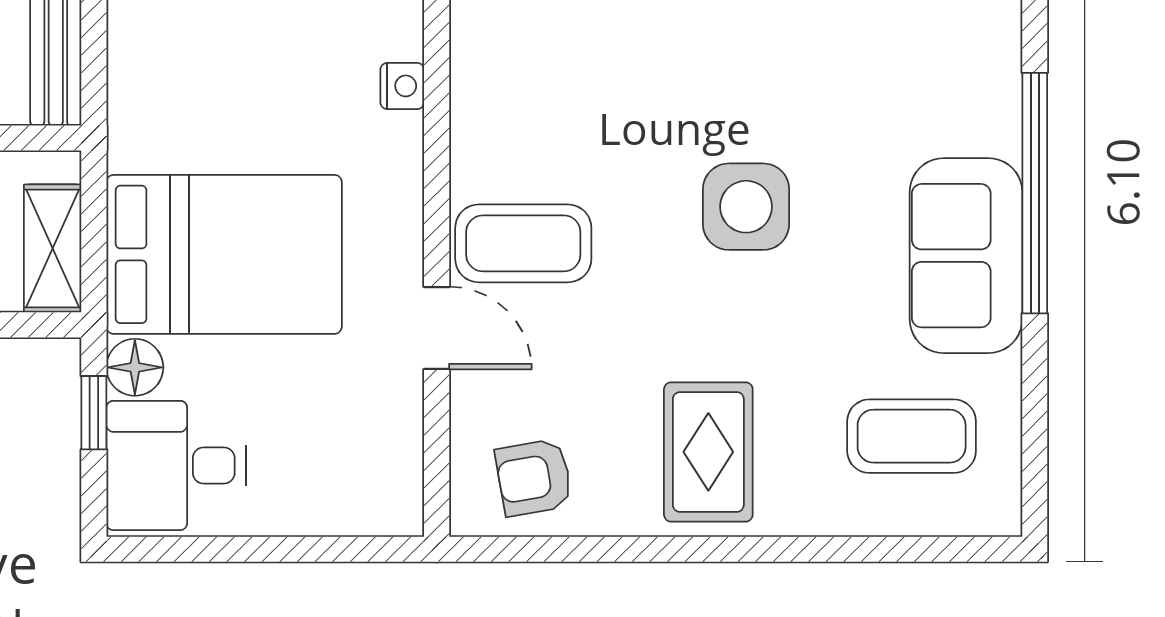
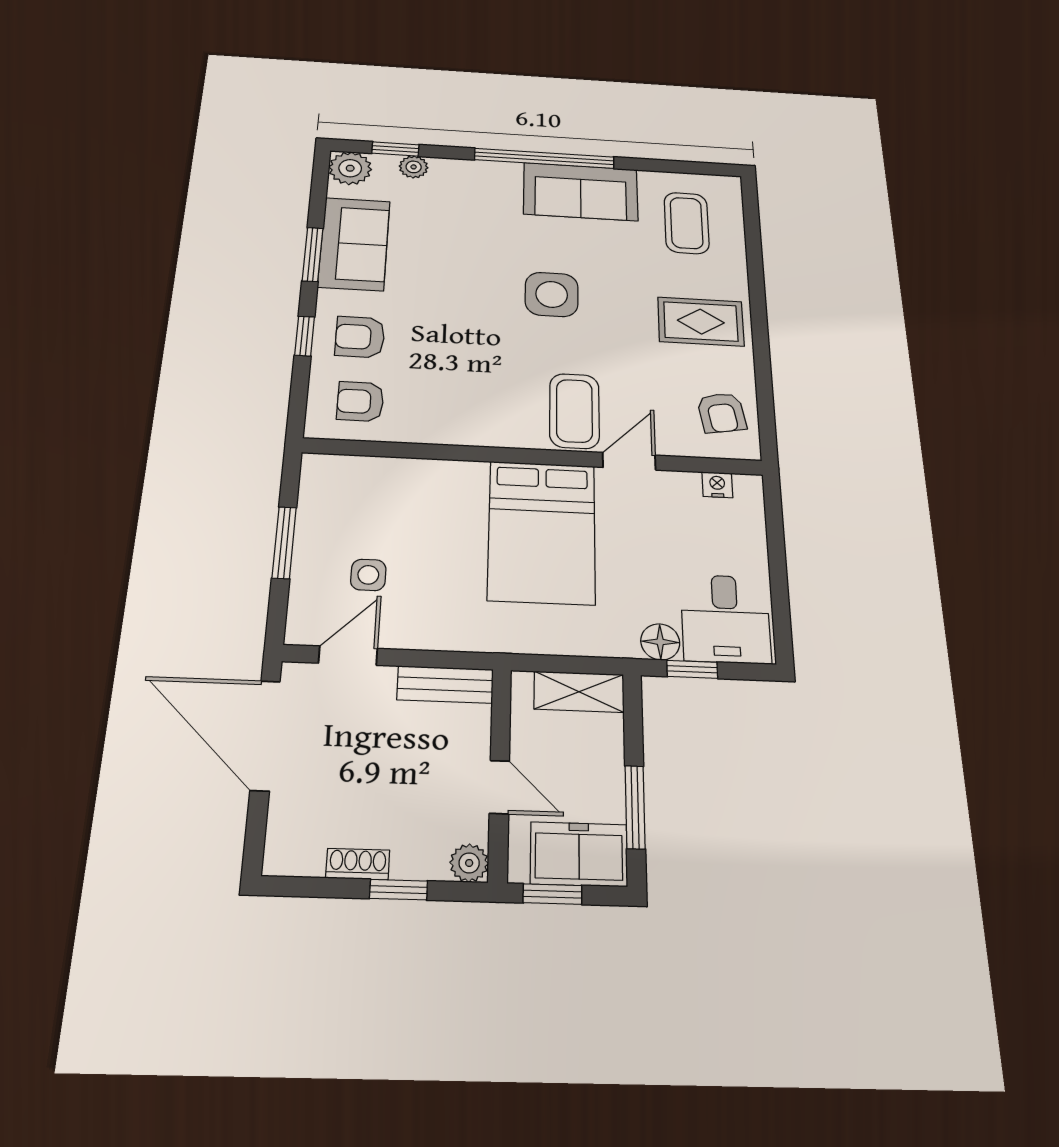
nightstand: (402, 86) -> (717, 485), moved
bed: (224, 254) -> (542, 532), moved, turned 180

